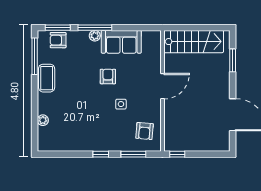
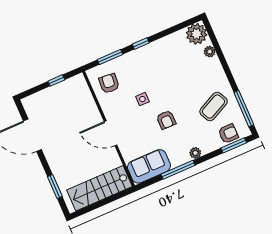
window: (95, 28) -> (178, 170), moved
sofa: (121, 42) -> (149, 166), moved
coffee table: (47, 78) -> (214, 106), moved, turned 64
door: (162, 86) -> (111, 133), hinge flipped
plant: (48, 141) -> (197, 34), added
window: (177, 154) -> (56, 80), moved

